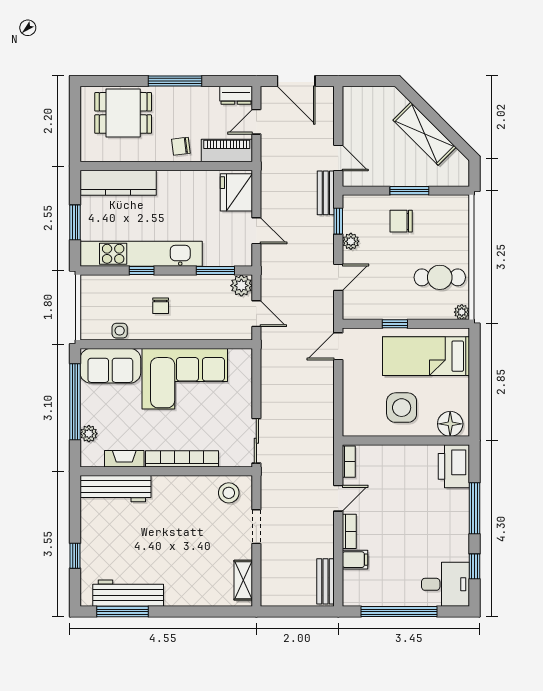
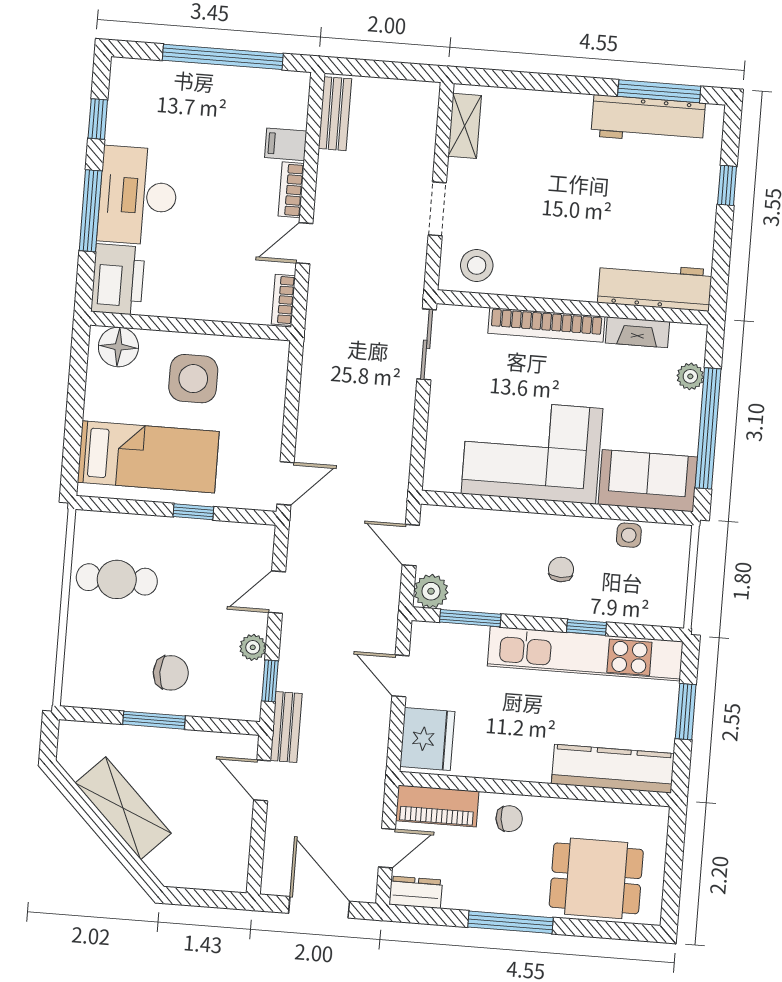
plant: (462, 312) -> (86, 522), removed
desk: (446, 584) -> (138, 196), moved, width x1.37

